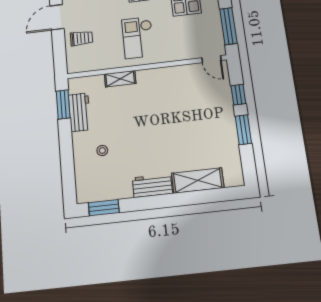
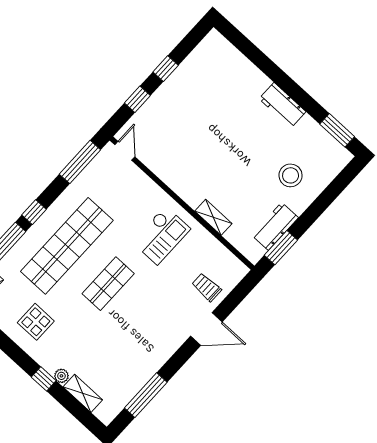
window: (243, 130) -> (166, 69), width x0.67
stool: (102, 150) -> (291, 175), width x1.89, depth x1.89
shelving: (198, 180) -> (244, 70), removed

